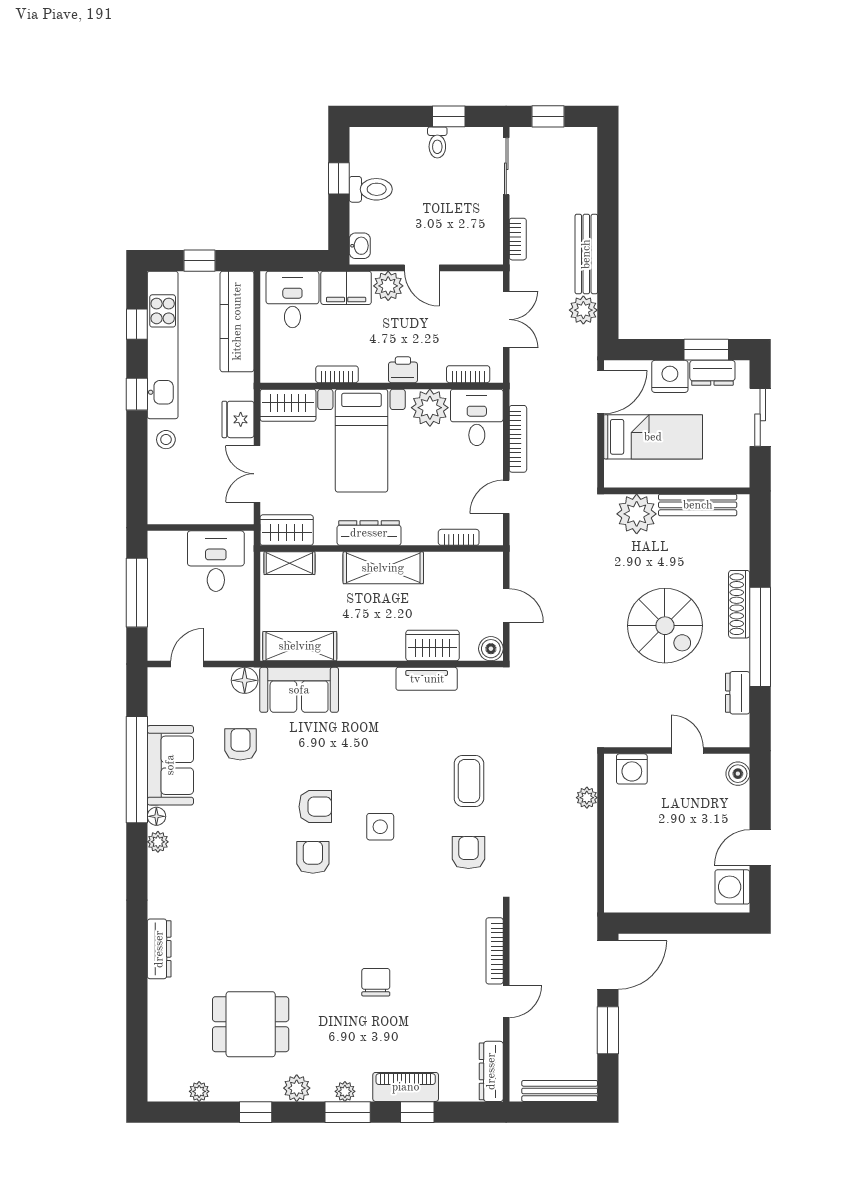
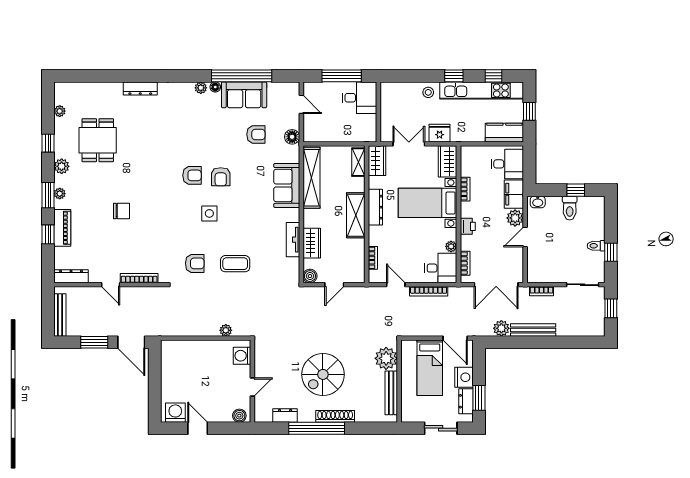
double door: (506, 319) -> (496, 285), width x1.37
kitchen counter: (237, 321) -> (504, 133), width x0.67
plant: (430, 408) -> (451, 246), width x0.53, depth x0.53
desk: (216, 561) -> (359, 98), moved
shelving: (300, 646) -> (311, 178), width x1.47
sofa: (299, 690) -> (287, 185), moved

